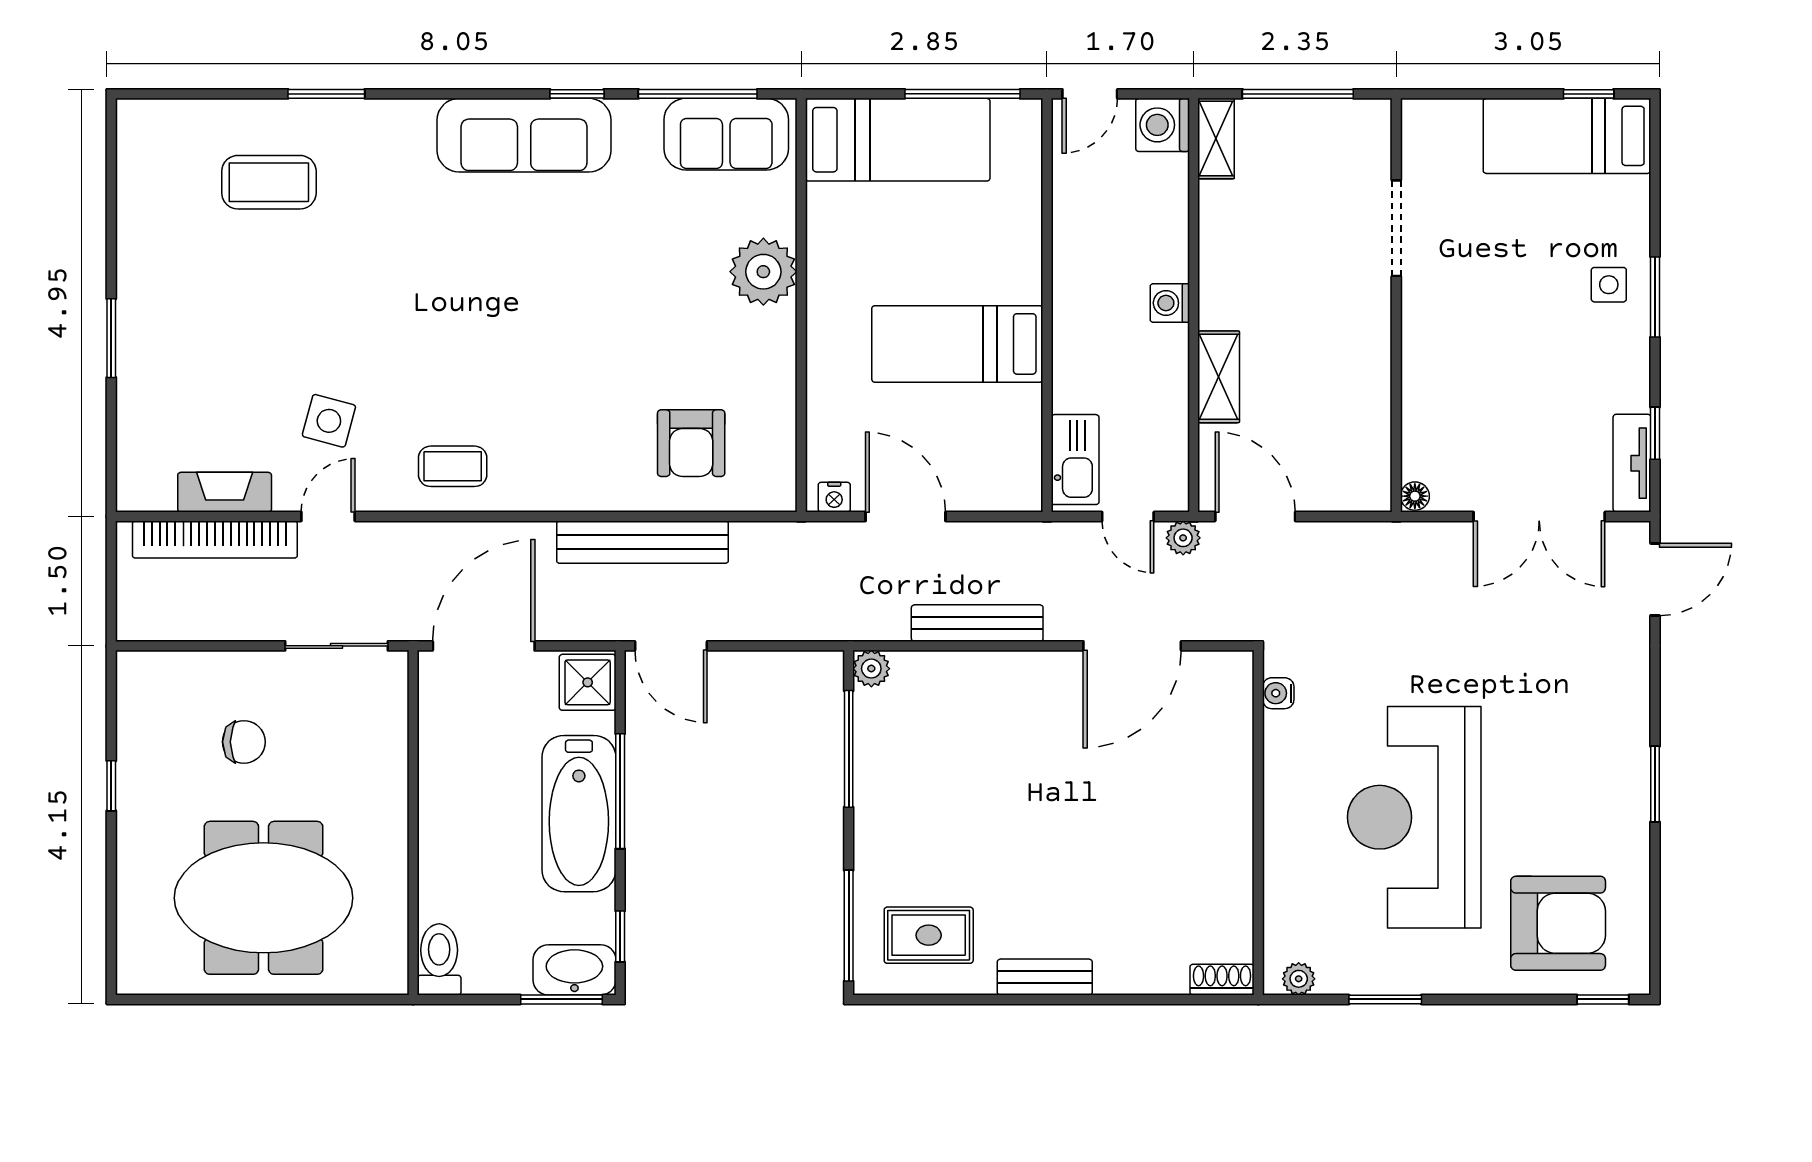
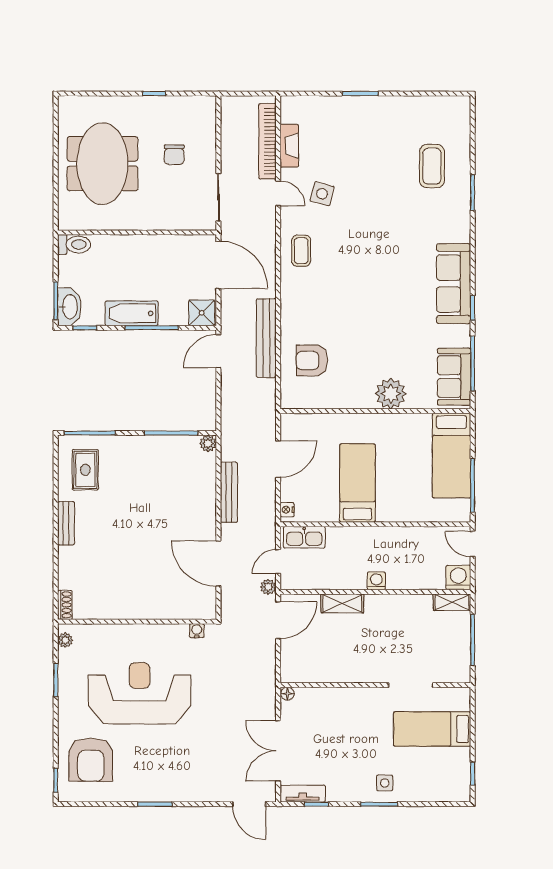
bed: (1567, 136) -> (432, 729), moved, turned -90
nightstand: (834, 497) -> (287, 510), moved
bathtub: (579, 814) -> (132, 313), width x0.73, depth x0.73

